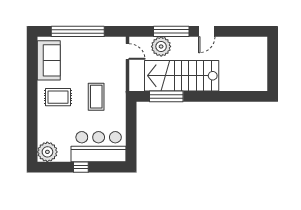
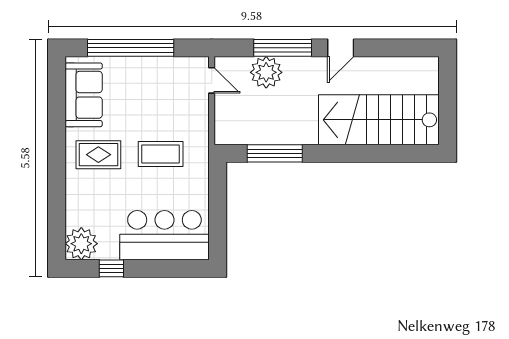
stairs: (182, 76) -> (379, 120), moved
coffee table: (96, 97) -> (161, 154), turned 90
window: (81, 167) -> (111, 268), moved

